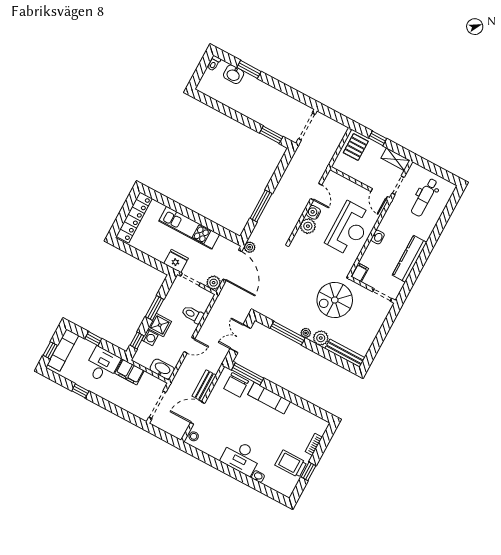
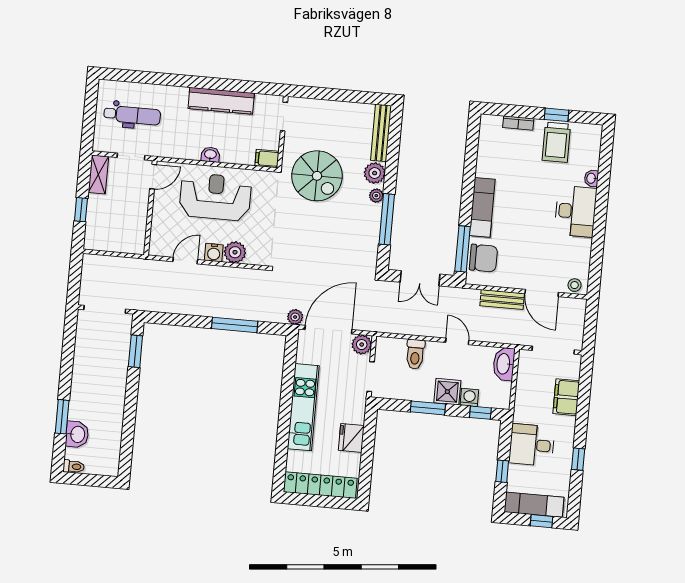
pallet: (356, 147) -> (104, 233), removed
fridge: (176, 261) -> (351, 438), moved
filing cabinet: (130, 372) -> (566, 397), moved, turned 180

